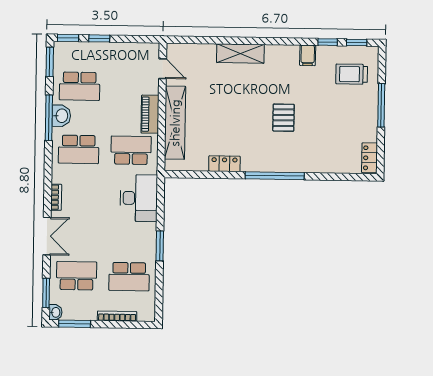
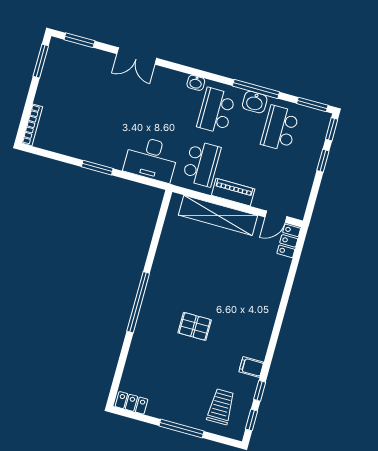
shelving: (240, 53) -> (271, 300), removed
locker: (224, 164) -> (289, 241), moved, turned 180
bookcase: (56, 197) -> (174, 76), removed
school desk: (77, 276) -> (89, 76), removed
school desk: (129, 277) -> (74, 129), removed
washbasin: (55, 312) -> (196, 83), moved
bookcase: (117, 316) -> (32, 125), moved

